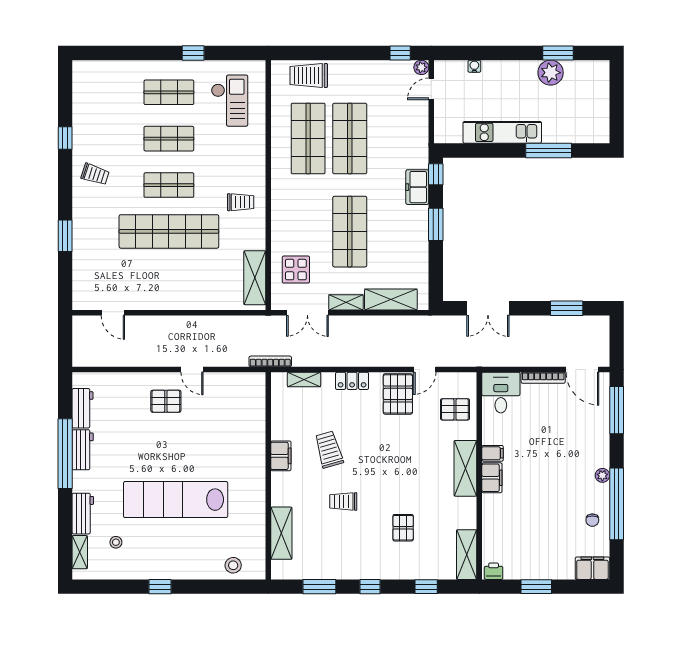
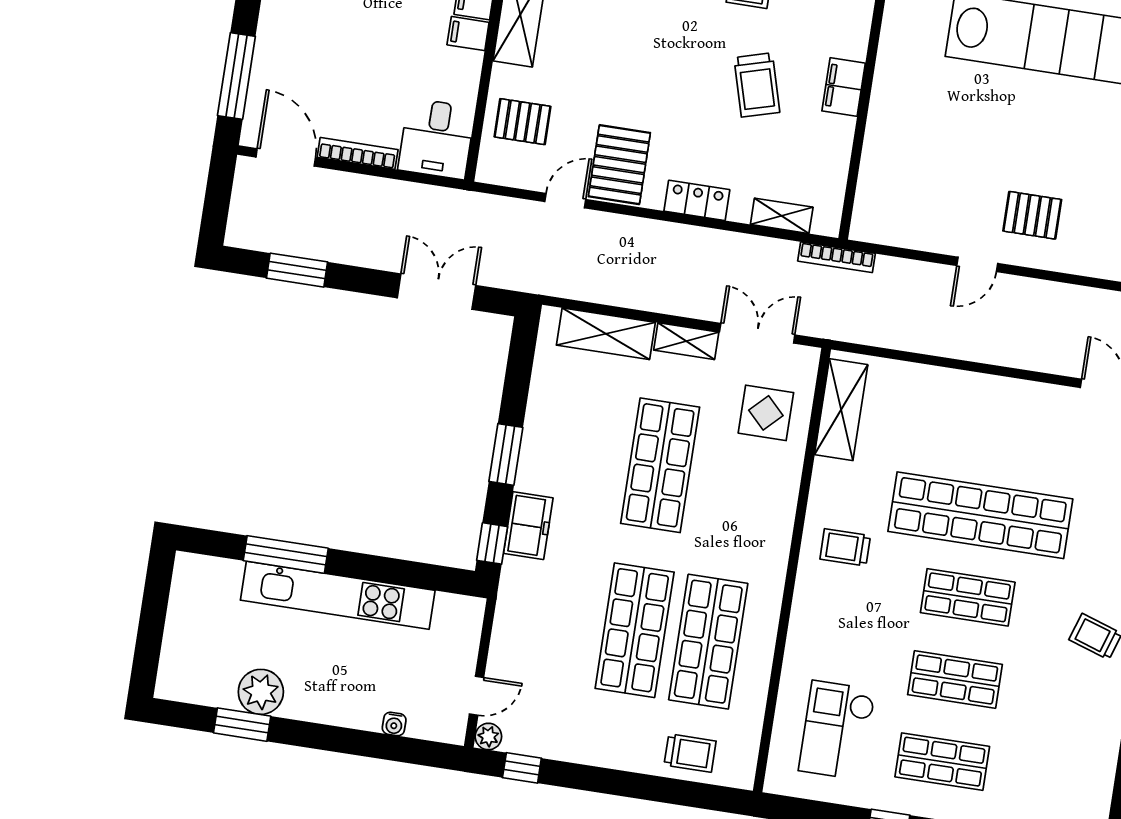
trolley: (309, 75) -> (690, 753), width x0.73, depth x0.72
kitchen unit: (502, 132) -> (338, 595), width x1.36
door: (192, 369) -> (977, 264), swing flipped

